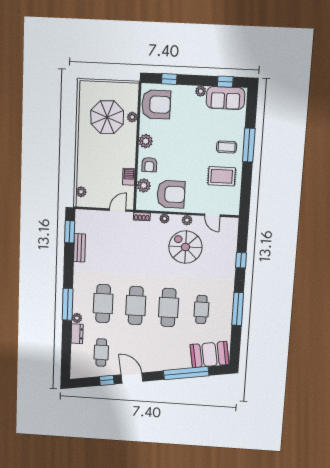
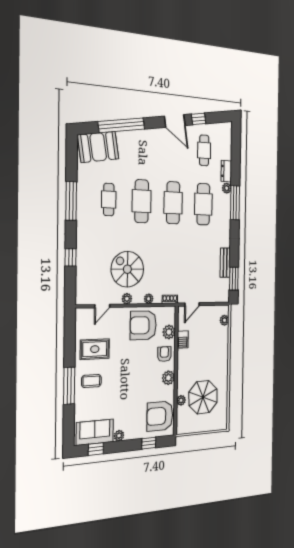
door: (212, 215) -> (102, 306), swing flipped
spiral stairs: (185, 247) -> (127, 269), turned 180

